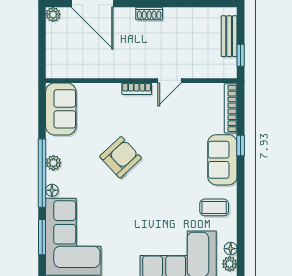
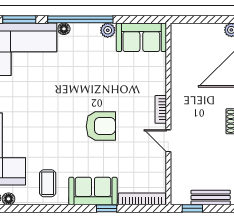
armchair: (121, 157) -> (101, 126), moved, turned -47
plant: (53, 163) -> (108, 30), moved

